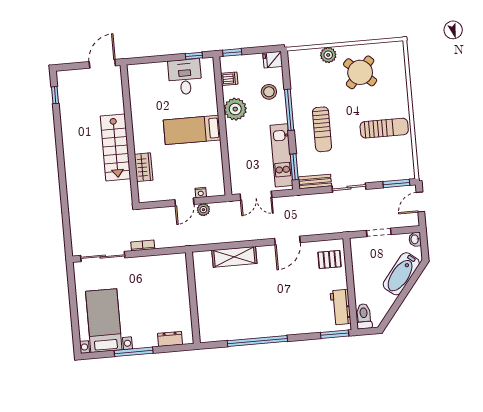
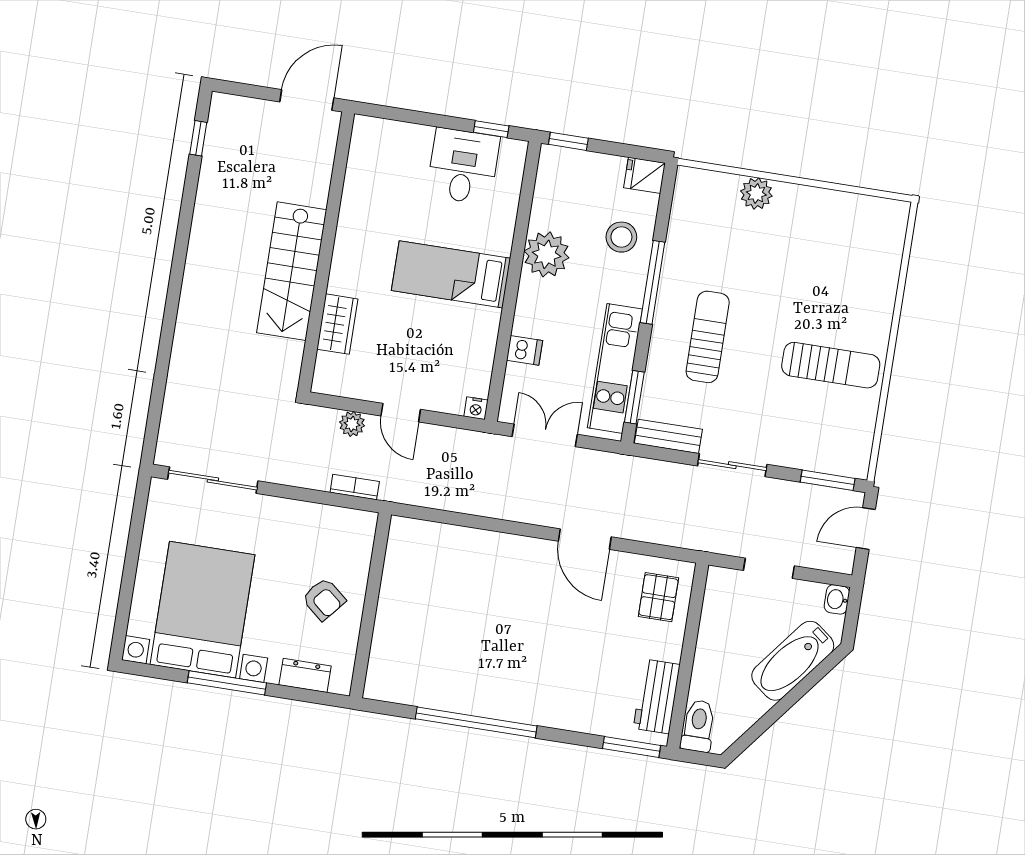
round table: (360, 72) -> (811, 243), removed
dishwasher: (229, 79) -> (525, 350), moved
sun lounger: (322, 129) -> (708, 337), turned 180
nightstand: (201, 193) -> (476, 408), moved
double door: (256, 196) -> (545, 435), swing flipped
door: (184, 202) -> (401, 413), hinge flipped
plant: (203, 210) -> (352, 424), moved
door: (287, 240) -> (585, 539), hinge flipped
bookcase: (143, 246) -> (355, 487), moved
shelving: (234, 257) -> (472, 545), removed
pallet: (330, 259) -> (658, 597), turned 90
armchair: (170, 300) -> (324, 599), added
bed with nightstands: (104, 321) -> (202, 610), width x1.36

